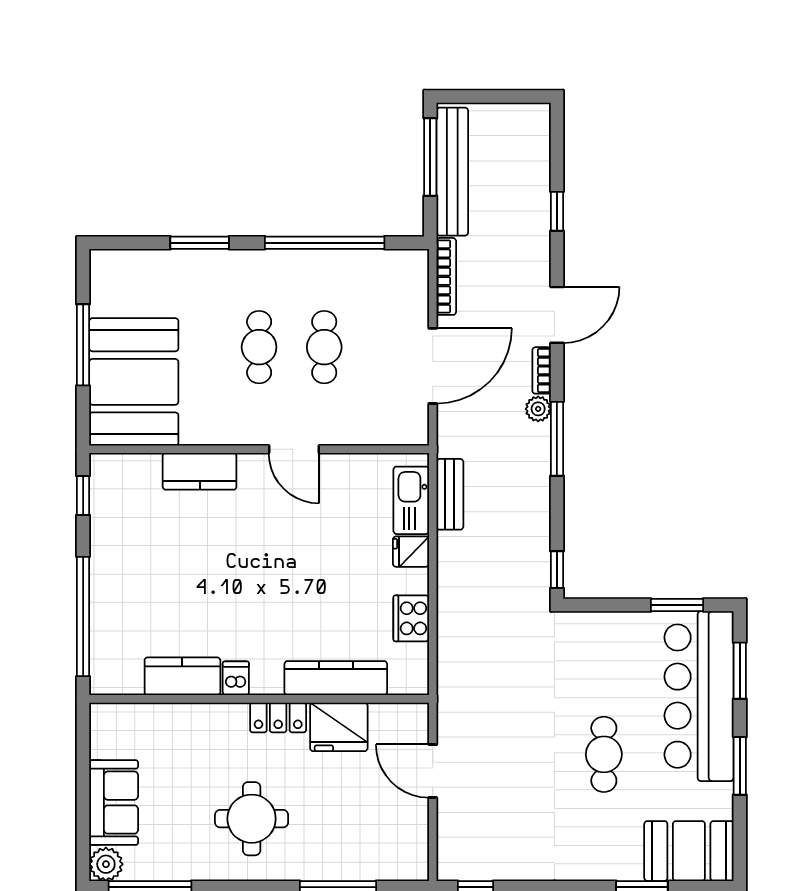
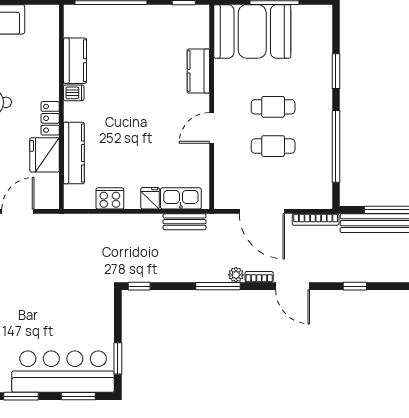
cafe table: (604, 754) -> (28, 314), removed

